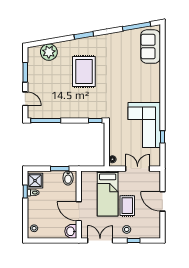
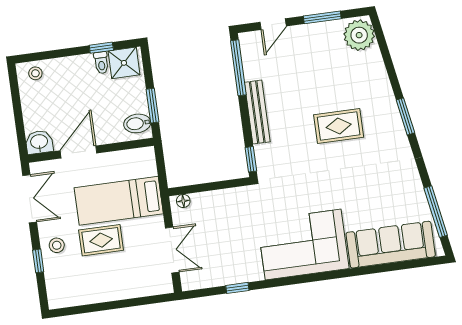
sofa: (151, 47) -> (391, 245), width x1.36
plant: (49, 52) -> (359, 35), moved
rug: (84, 71) -> (339, 126), width x0.73, depth x0.70
bench: (71, 114) -> (257, 112), added
corner sofa: (144, 125) -> (303, 245), moved
door: (162, 201) -> (118, 304), removed

